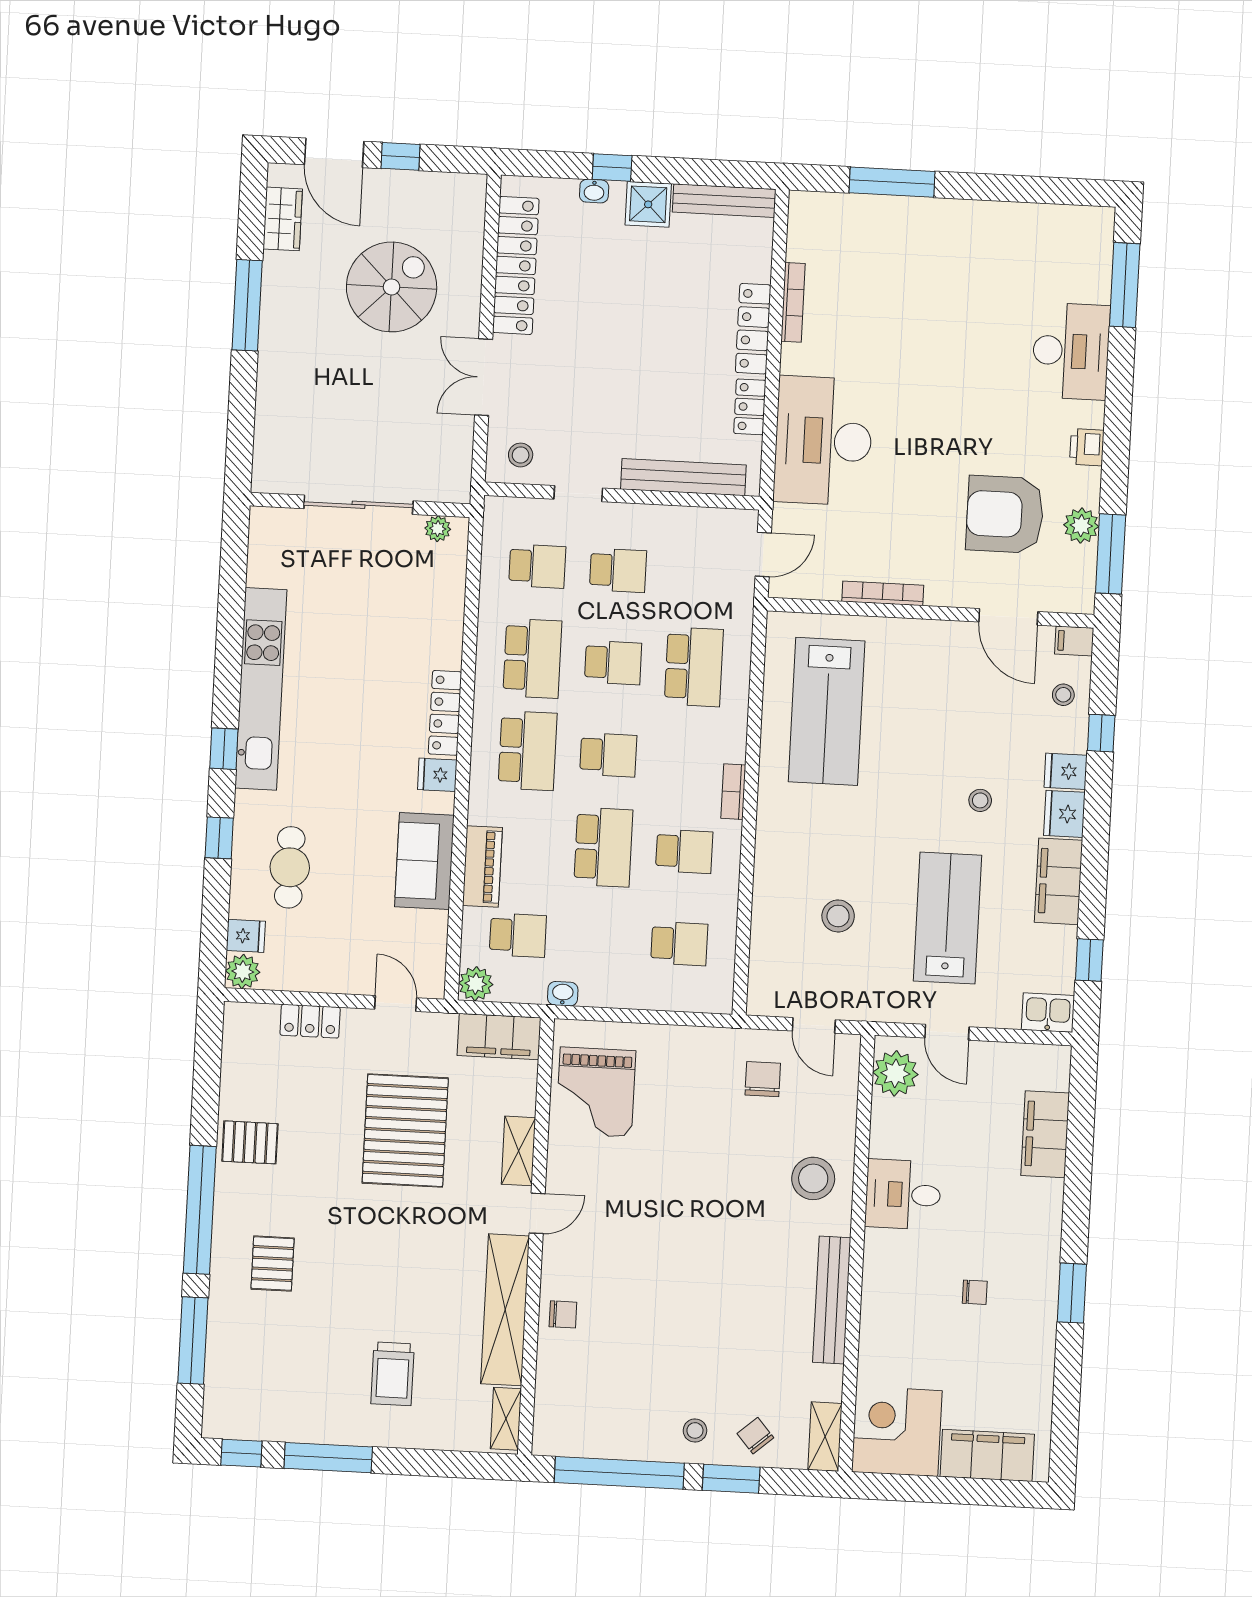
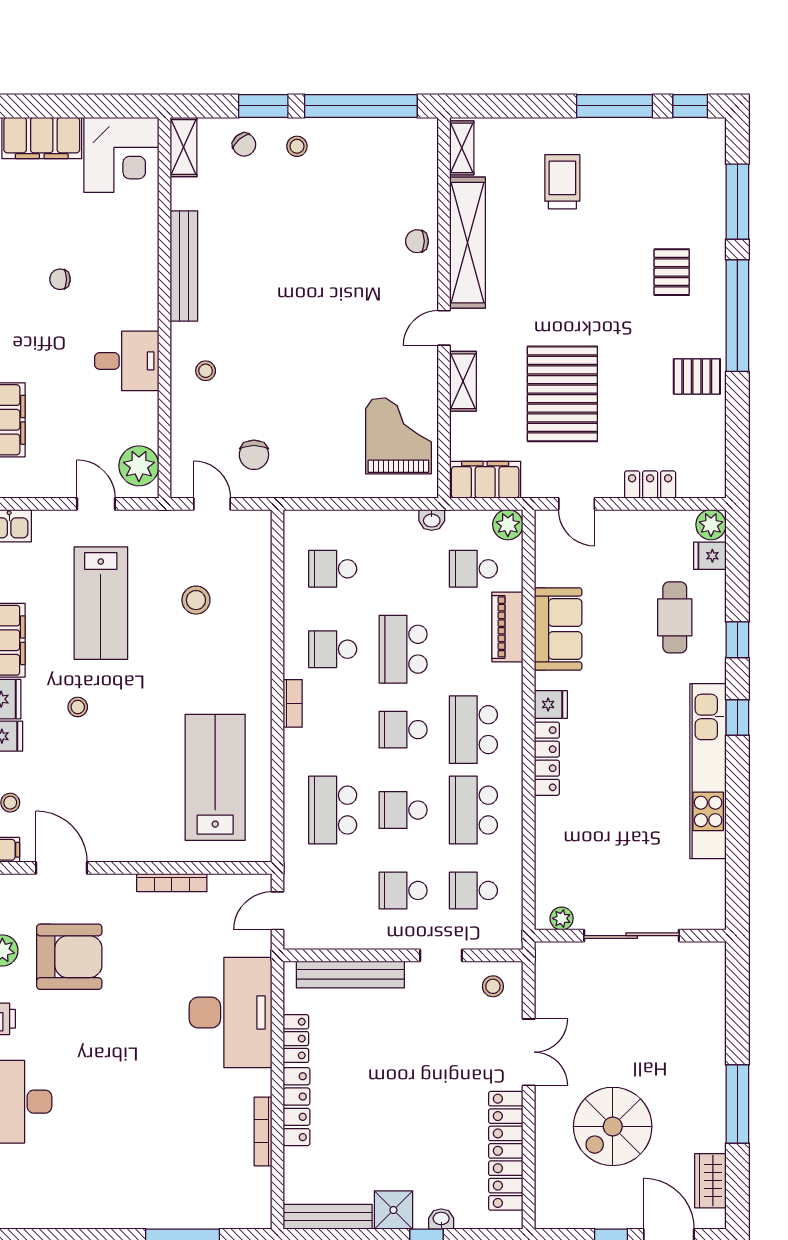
stool: (813, 1178) -> (206, 371), width x0.53, depth x0.53

